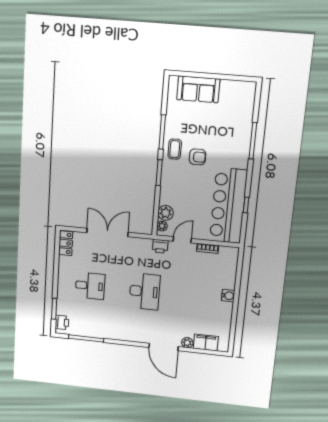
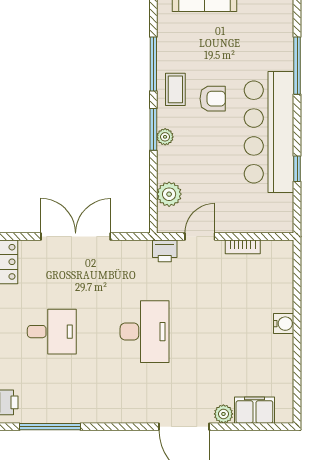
bar counter: (228, 206) -> (269, 132), moved
plant: (162, 226) -> (165, 137), moved

